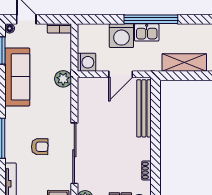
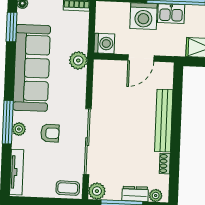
sofa: (17, 77) -> (32, 68), width x1.36, depth x1.27
bench: (144, 108) -> (164, 121), moved
plant: (11, 144) -> (19, 129), added

